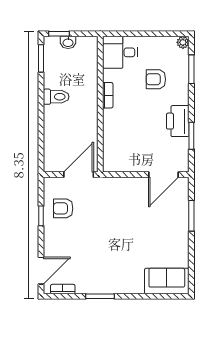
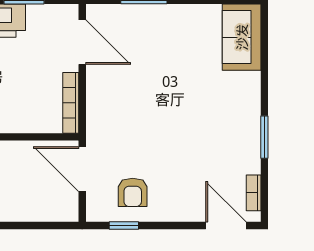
bookcase: (123, 167) -> (71, 103), added
window: (41, 216) -> (124, 226), moved

